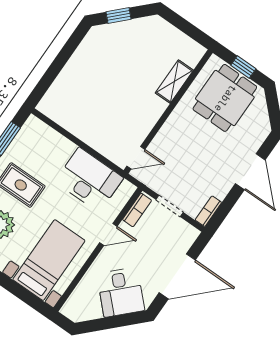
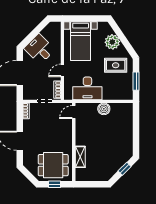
dining table: (225, 98) -> (53, 165), turned 90
boiler: (86, 130) -> (104, 109), added

